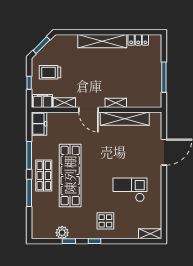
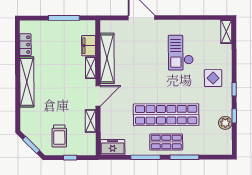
filing cabinet: (43, 101) -> (89, 46), moved

